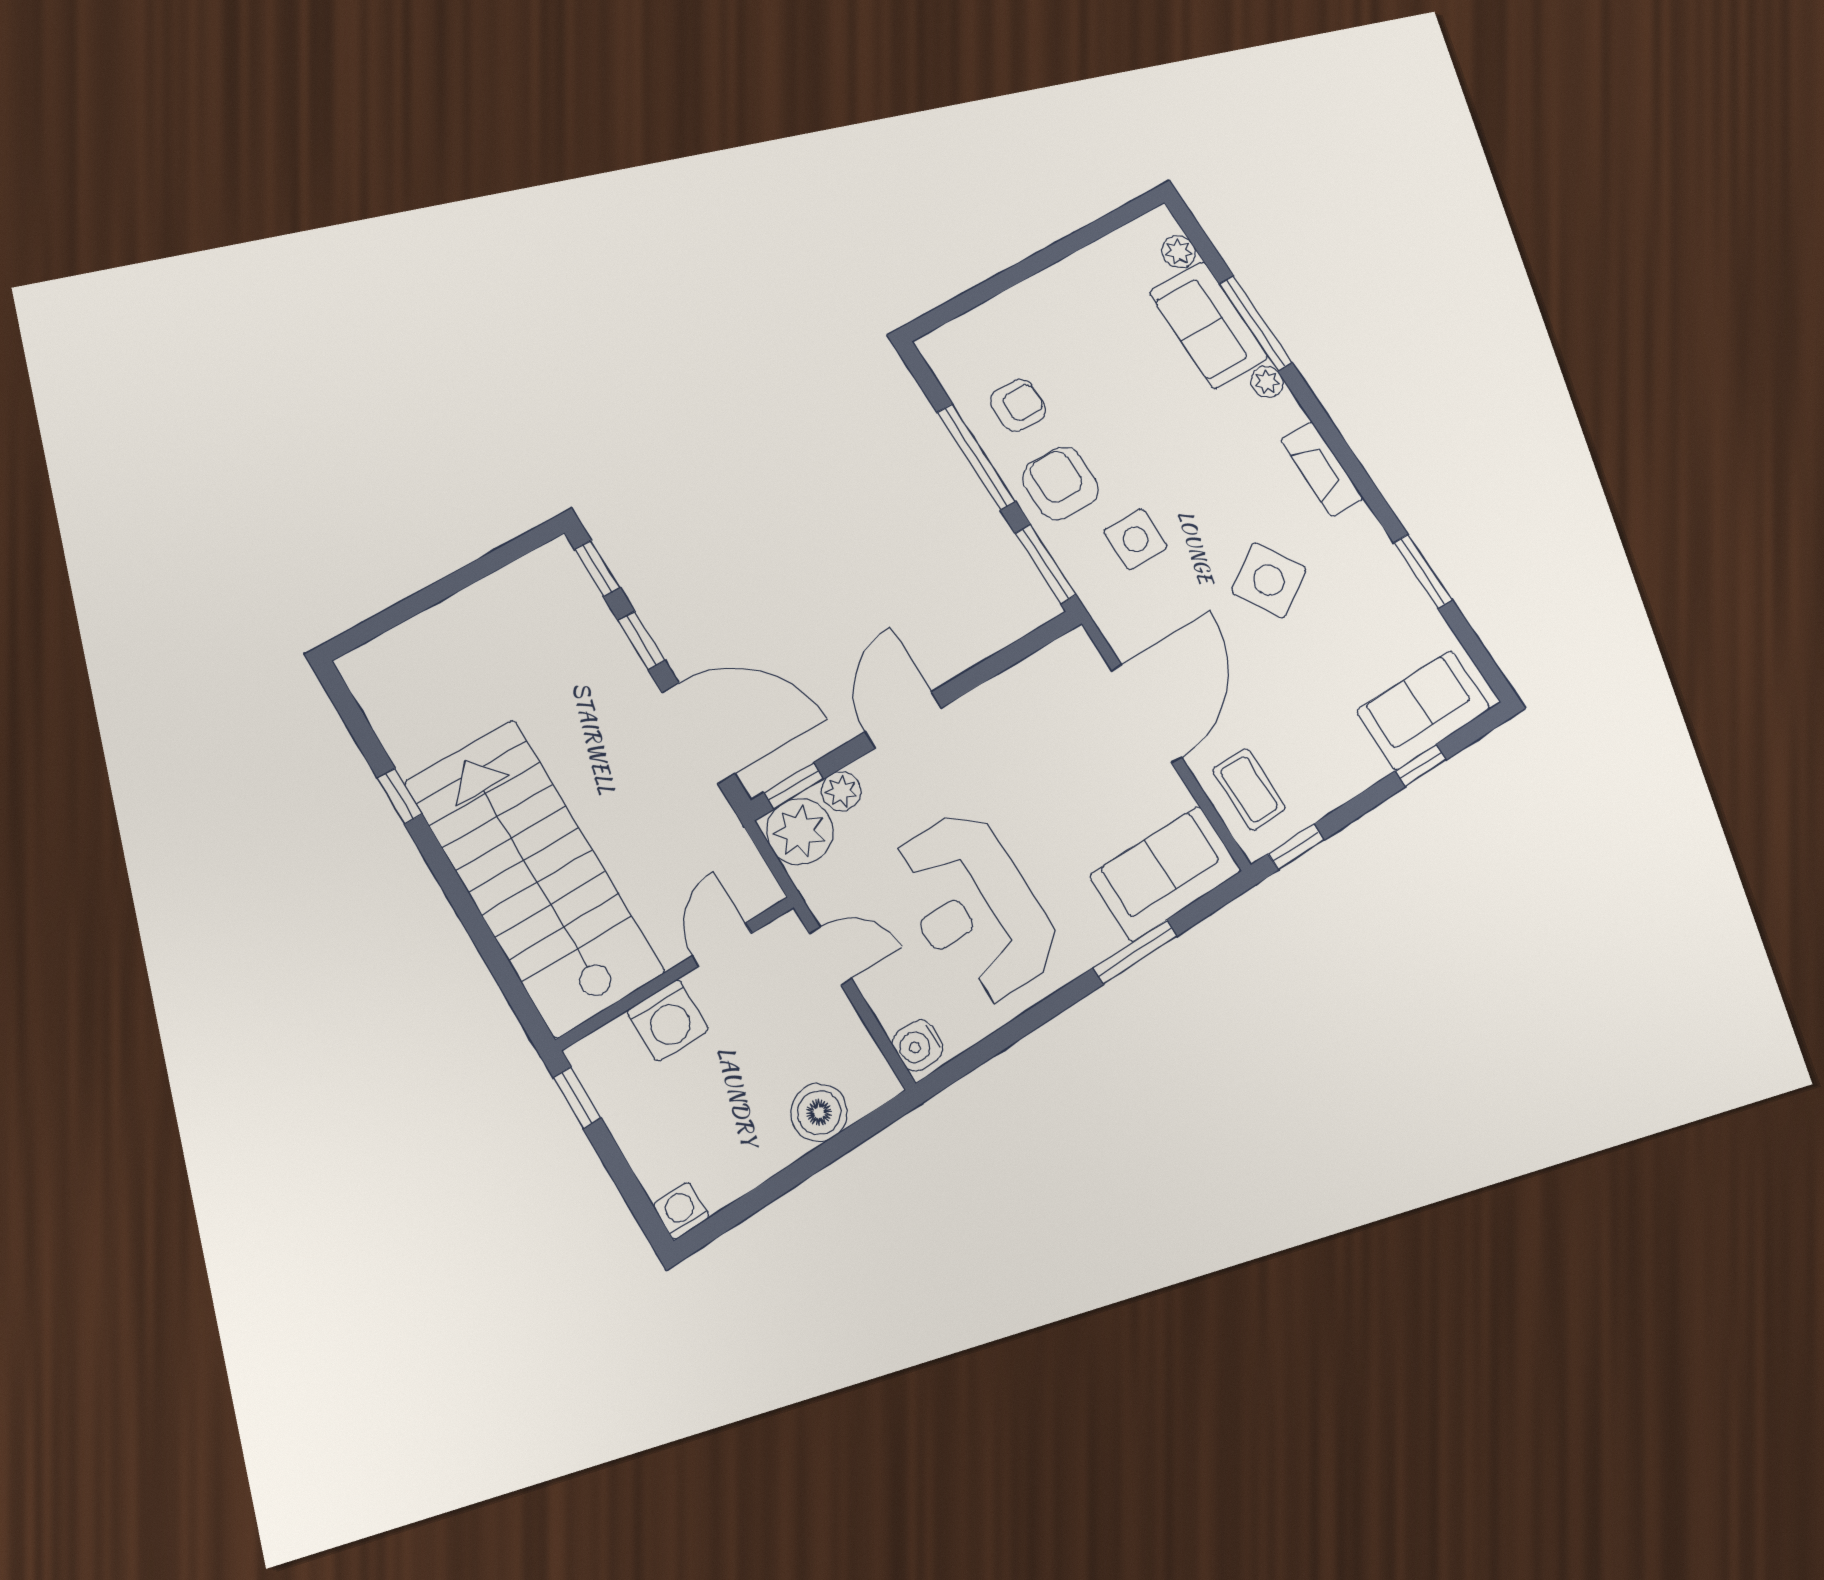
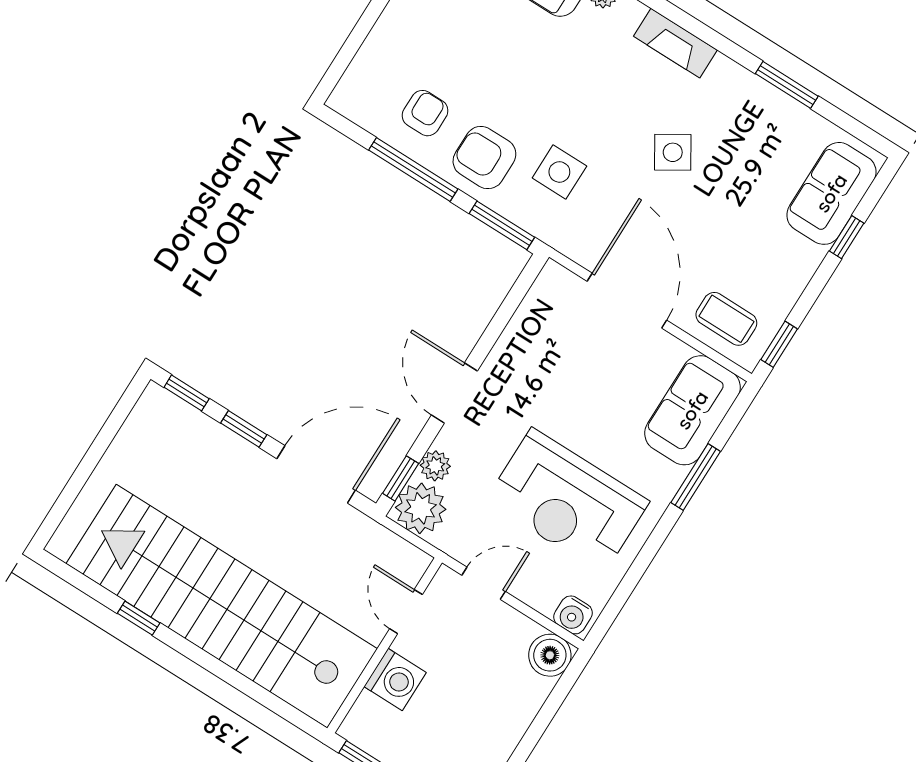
side table: (1269, 580) -> (673, 152), width x0.73, depth x0.73
stairs: (534, 877) -> (222, 606), width x1.36
boiler: (819, 1113) -> (550, 655), moved

